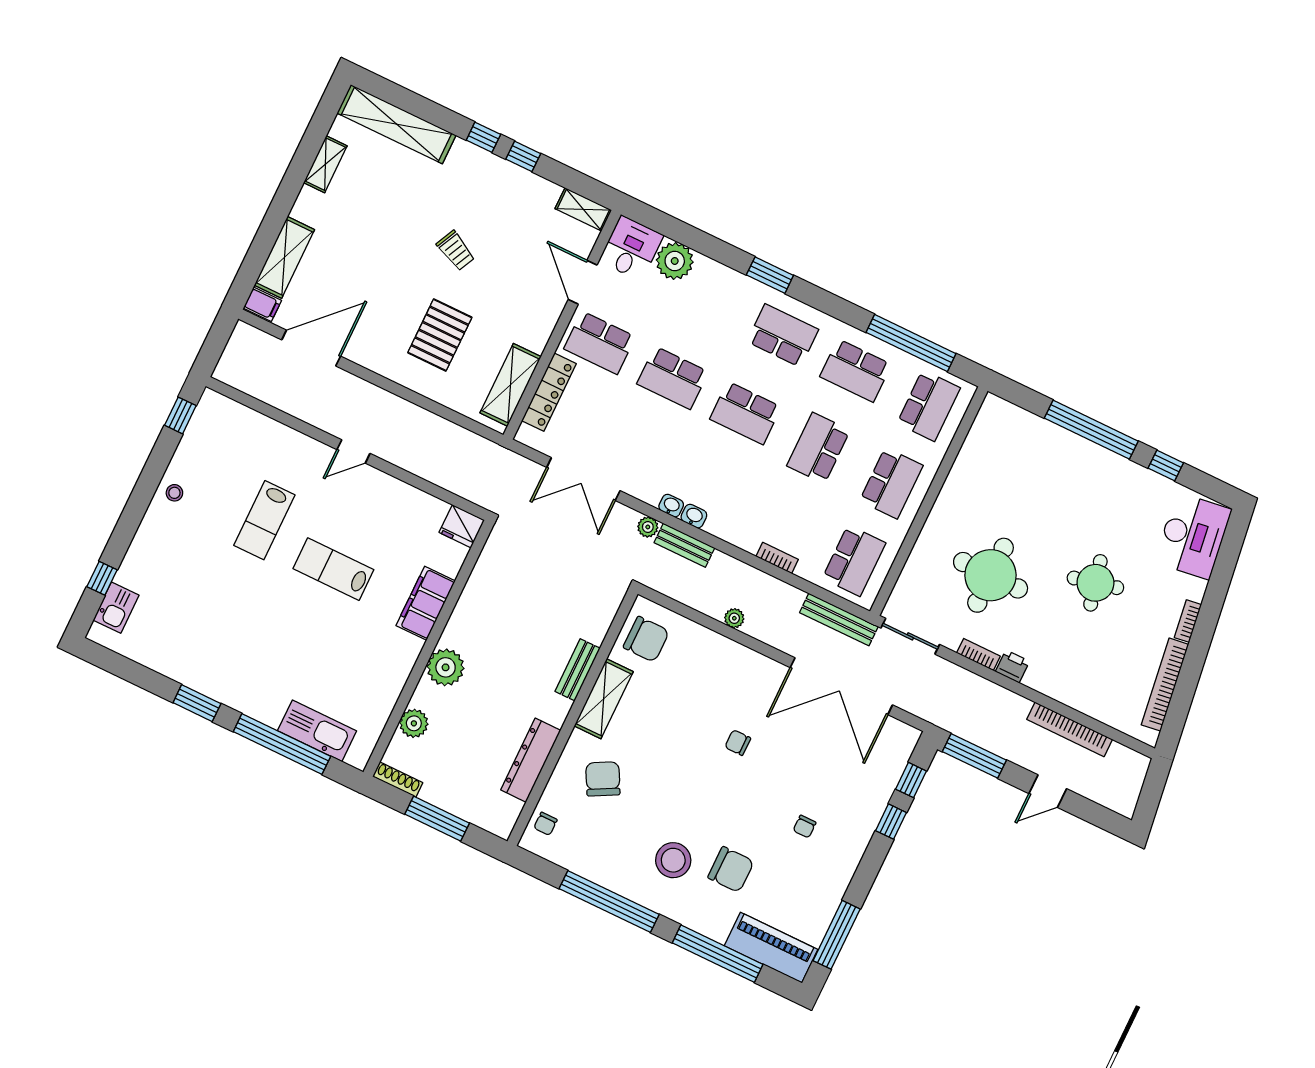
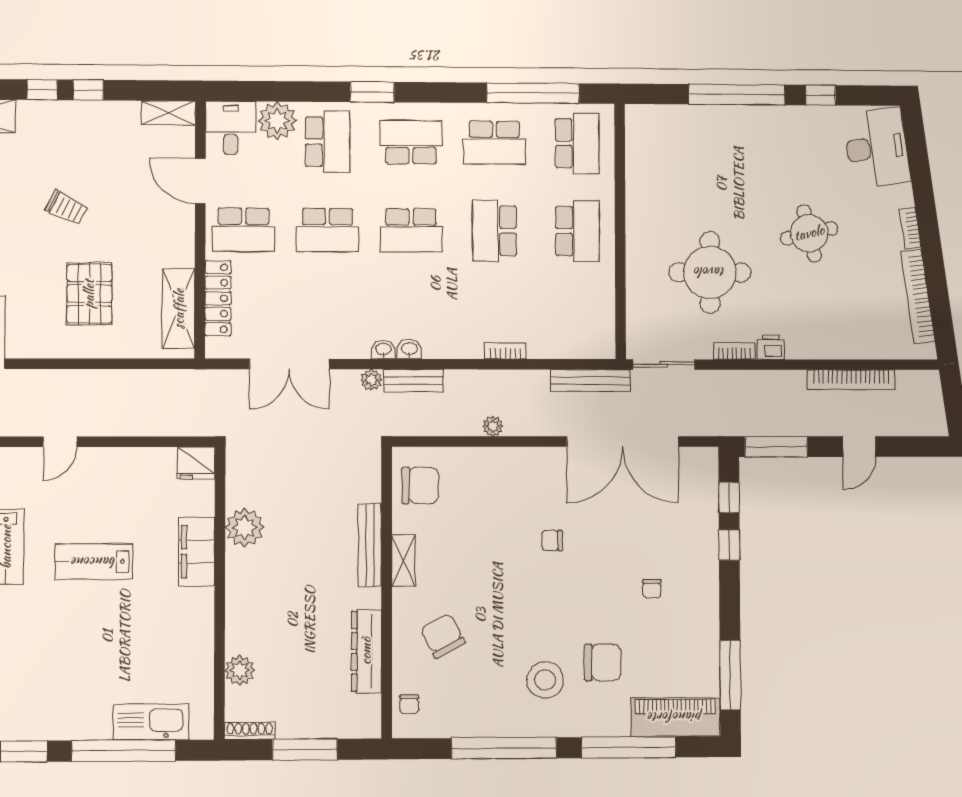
school desk: (854, 561) -> (328, 142), moved
plant: (446, 667) -> (245, 528), moved
bench: (578, 670) -> (370, 545), width x1.36
shelving: (604, 699) -> (403, 560), width x0.67, depth x0.75

